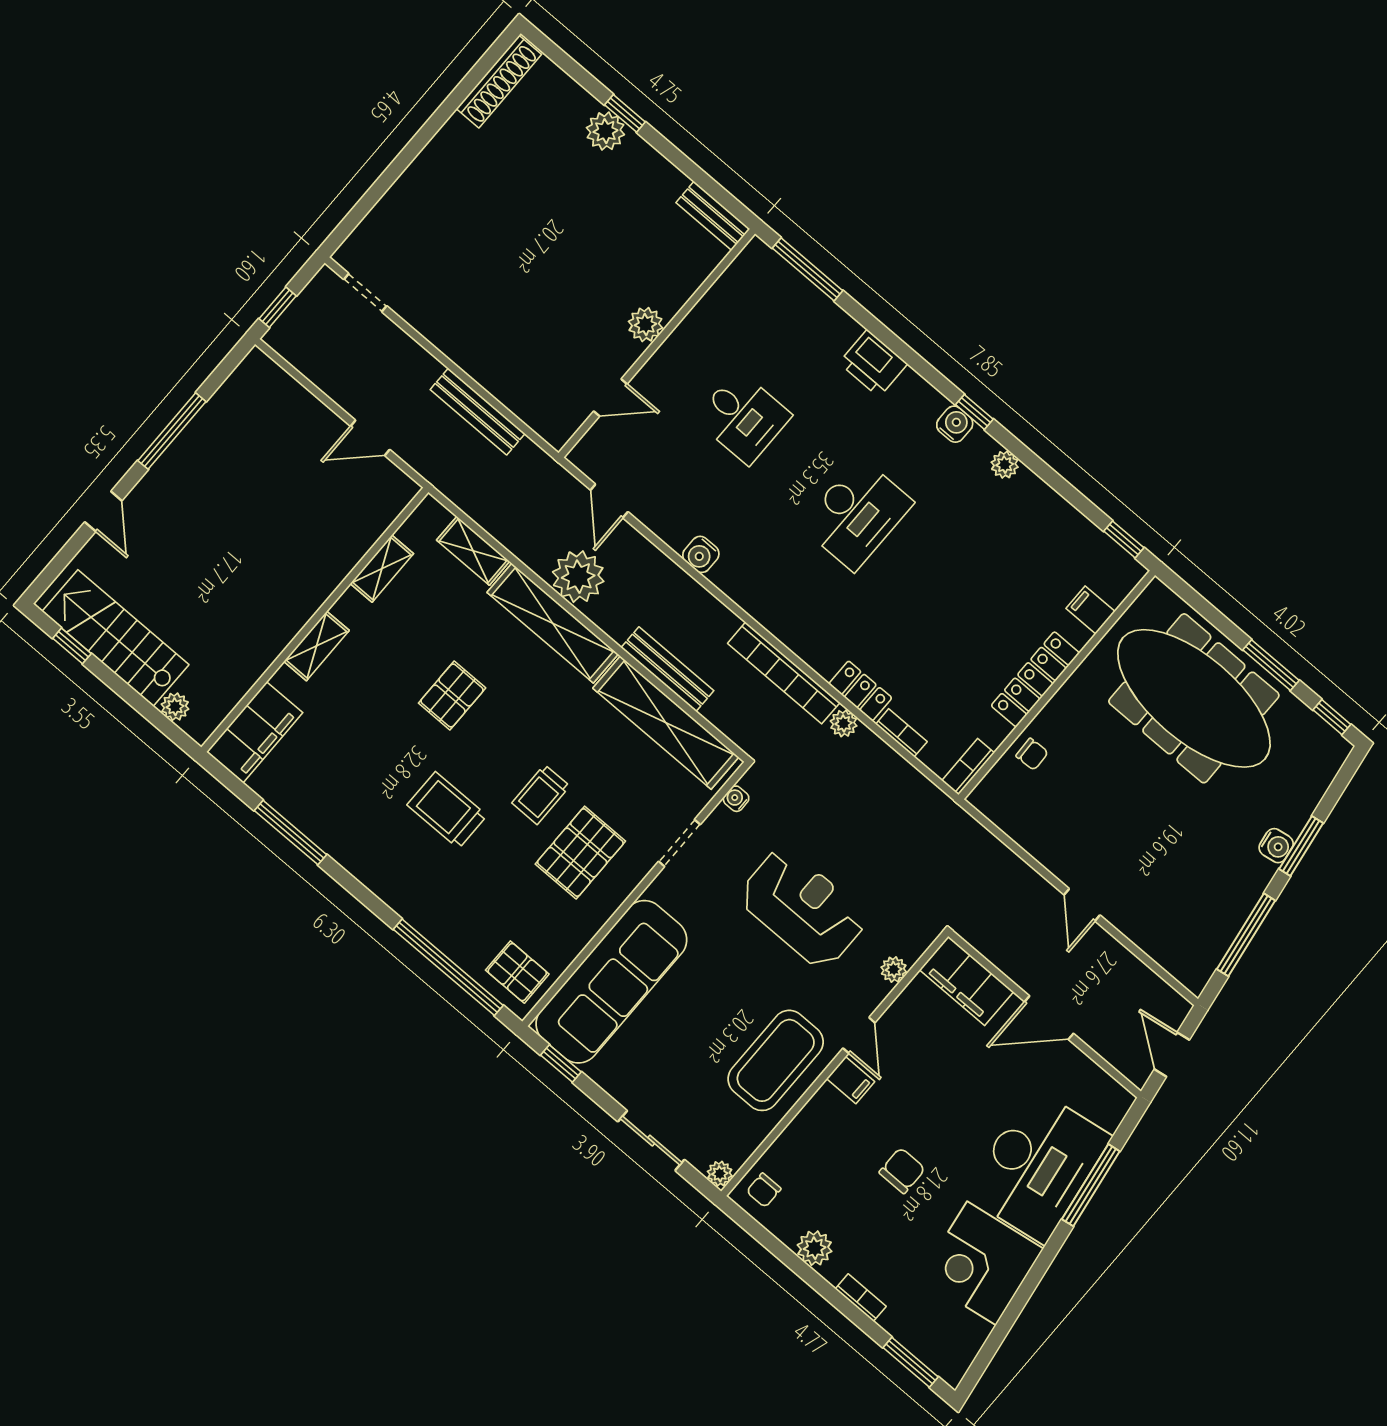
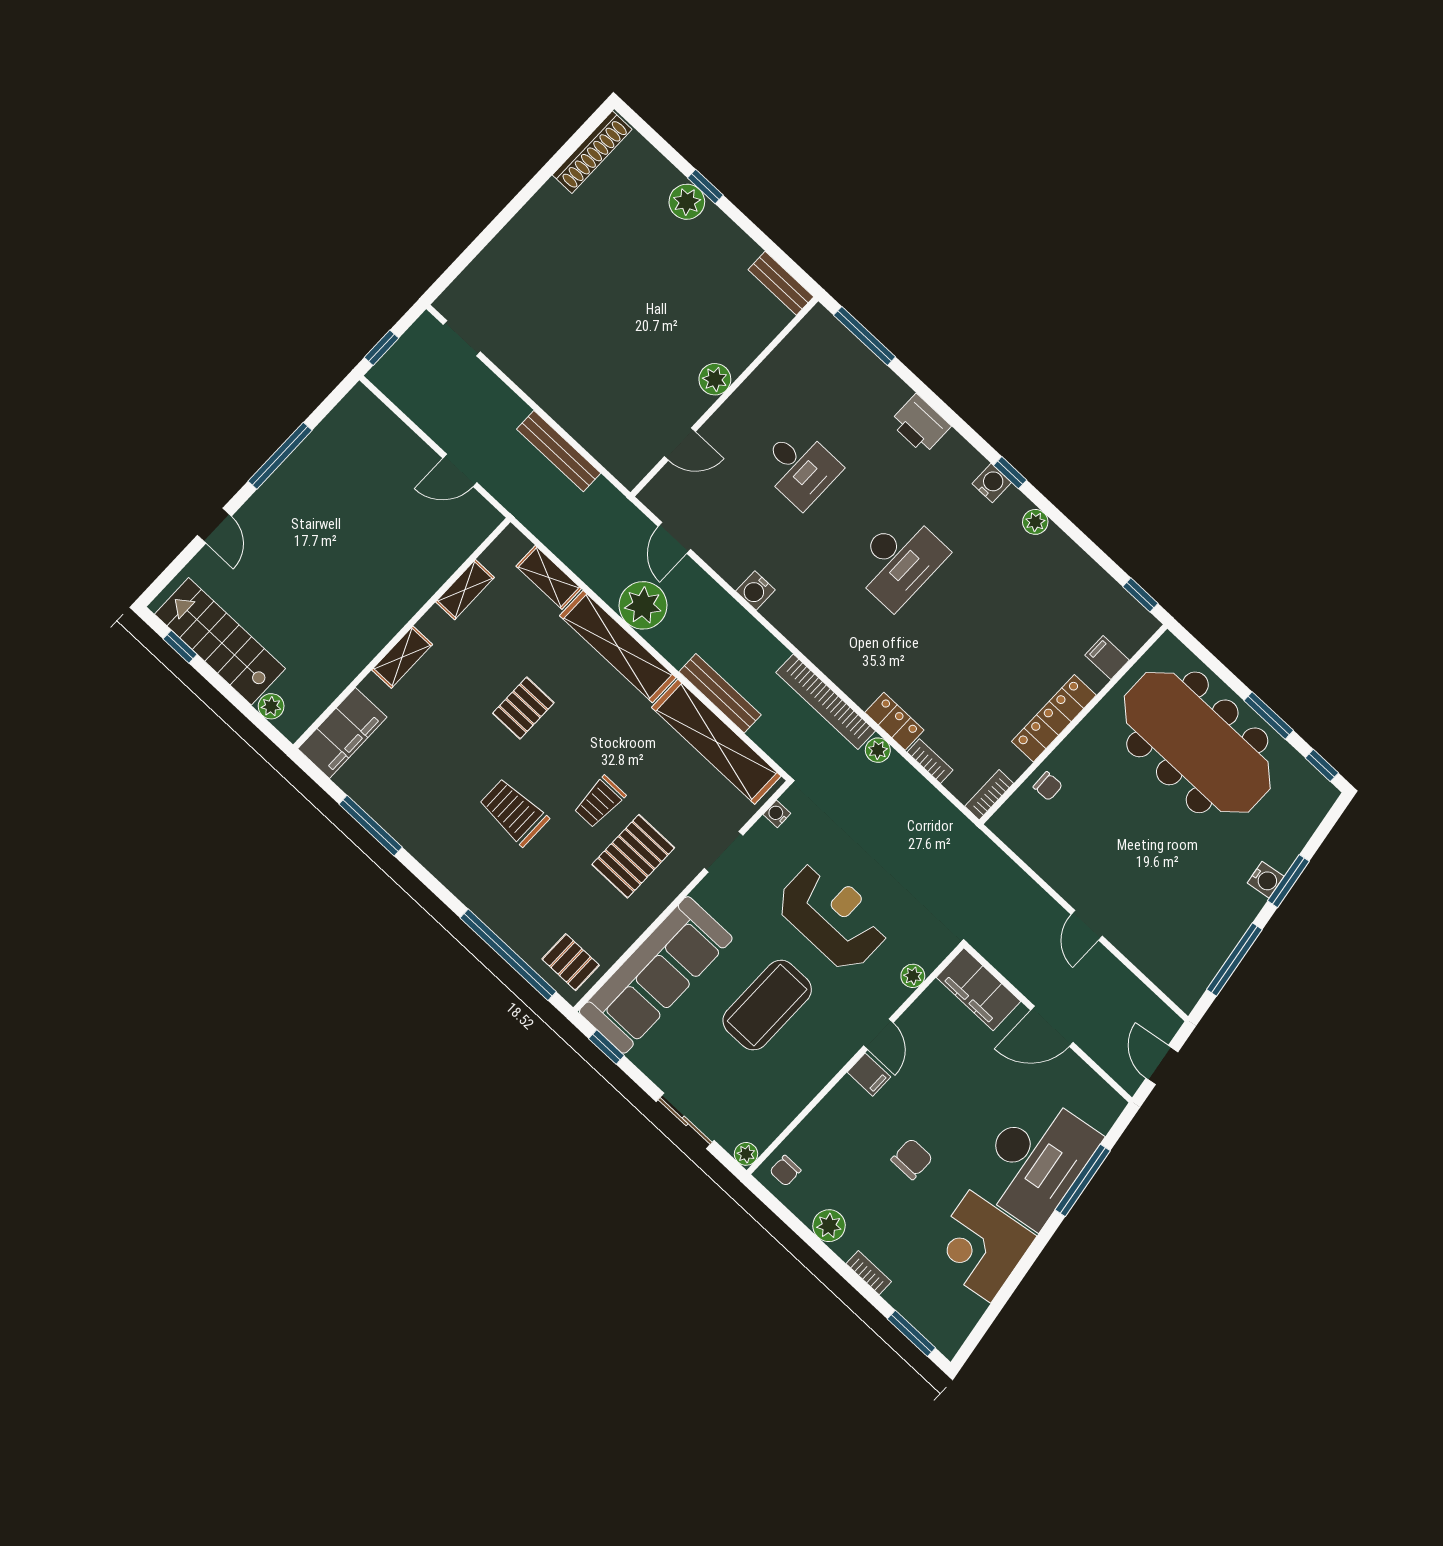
coffee table: (776, 1060) -> (767, 1005), moved

